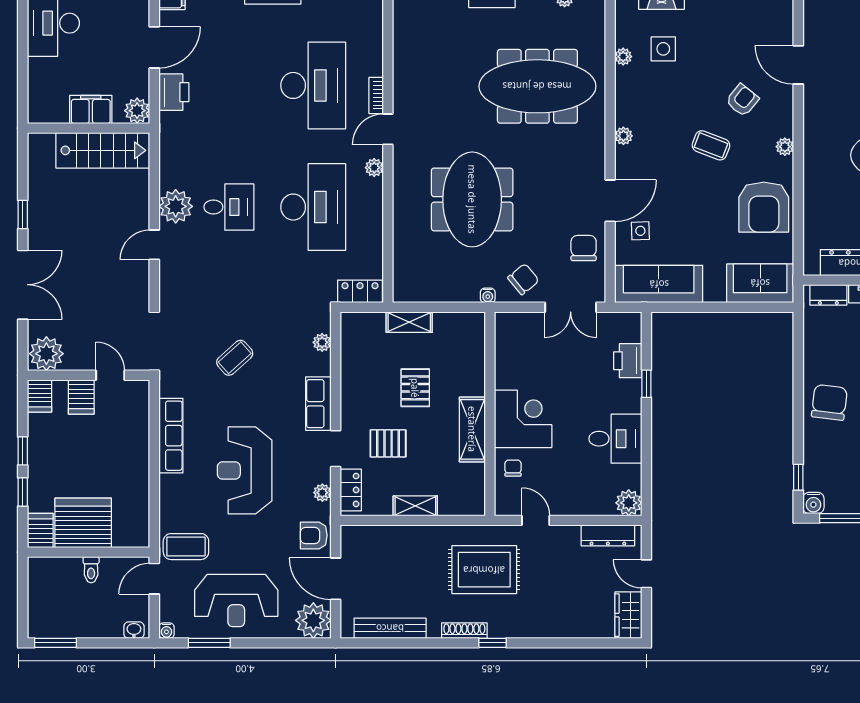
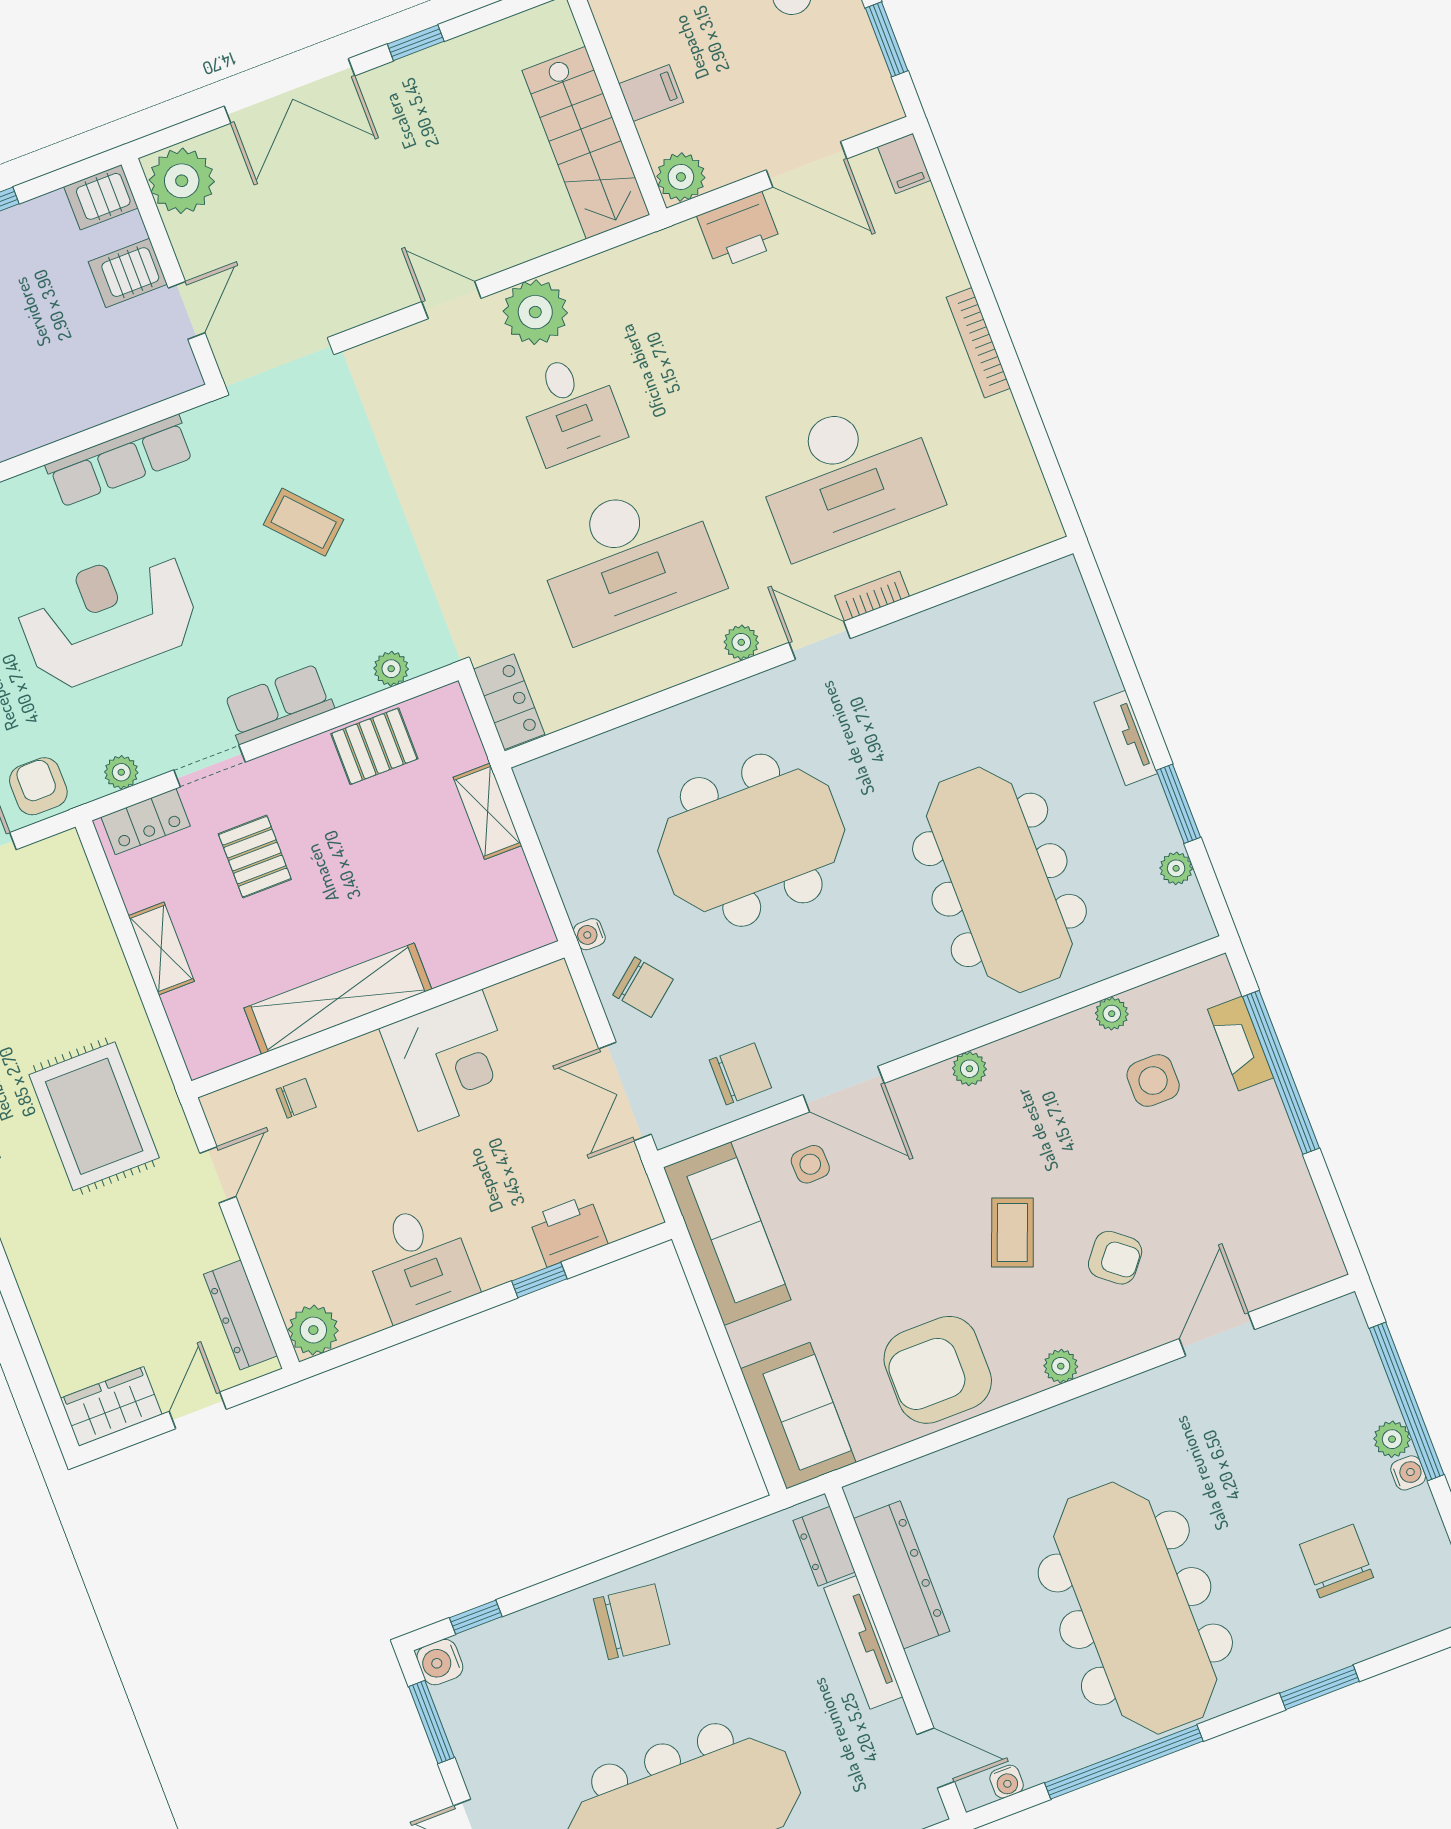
filing cabinet: (91, 110) -> (651, 93), width x0.50
pallet: (415, 388) -> (374, 746), moved
corner desk: (523, 419) -> (450, 1060), moved
shelving: (472, 429) -> (338, 999), width x1.47

